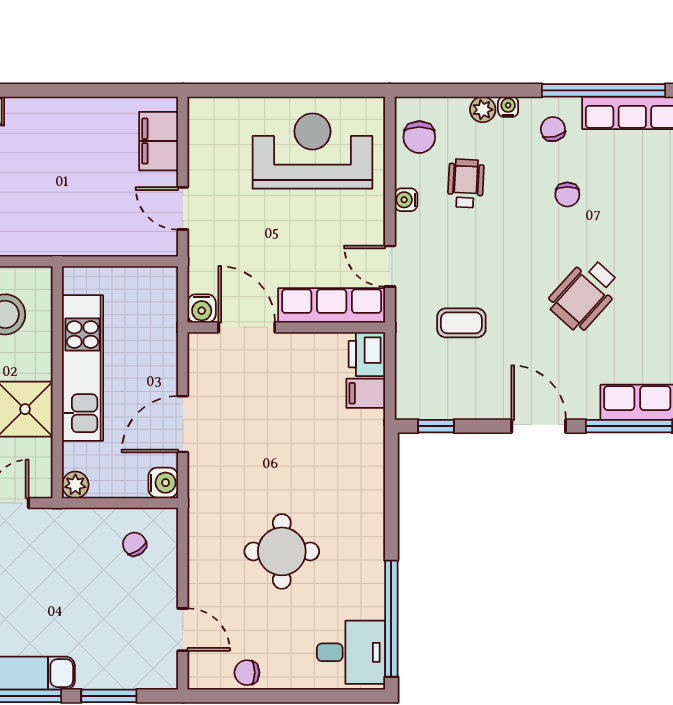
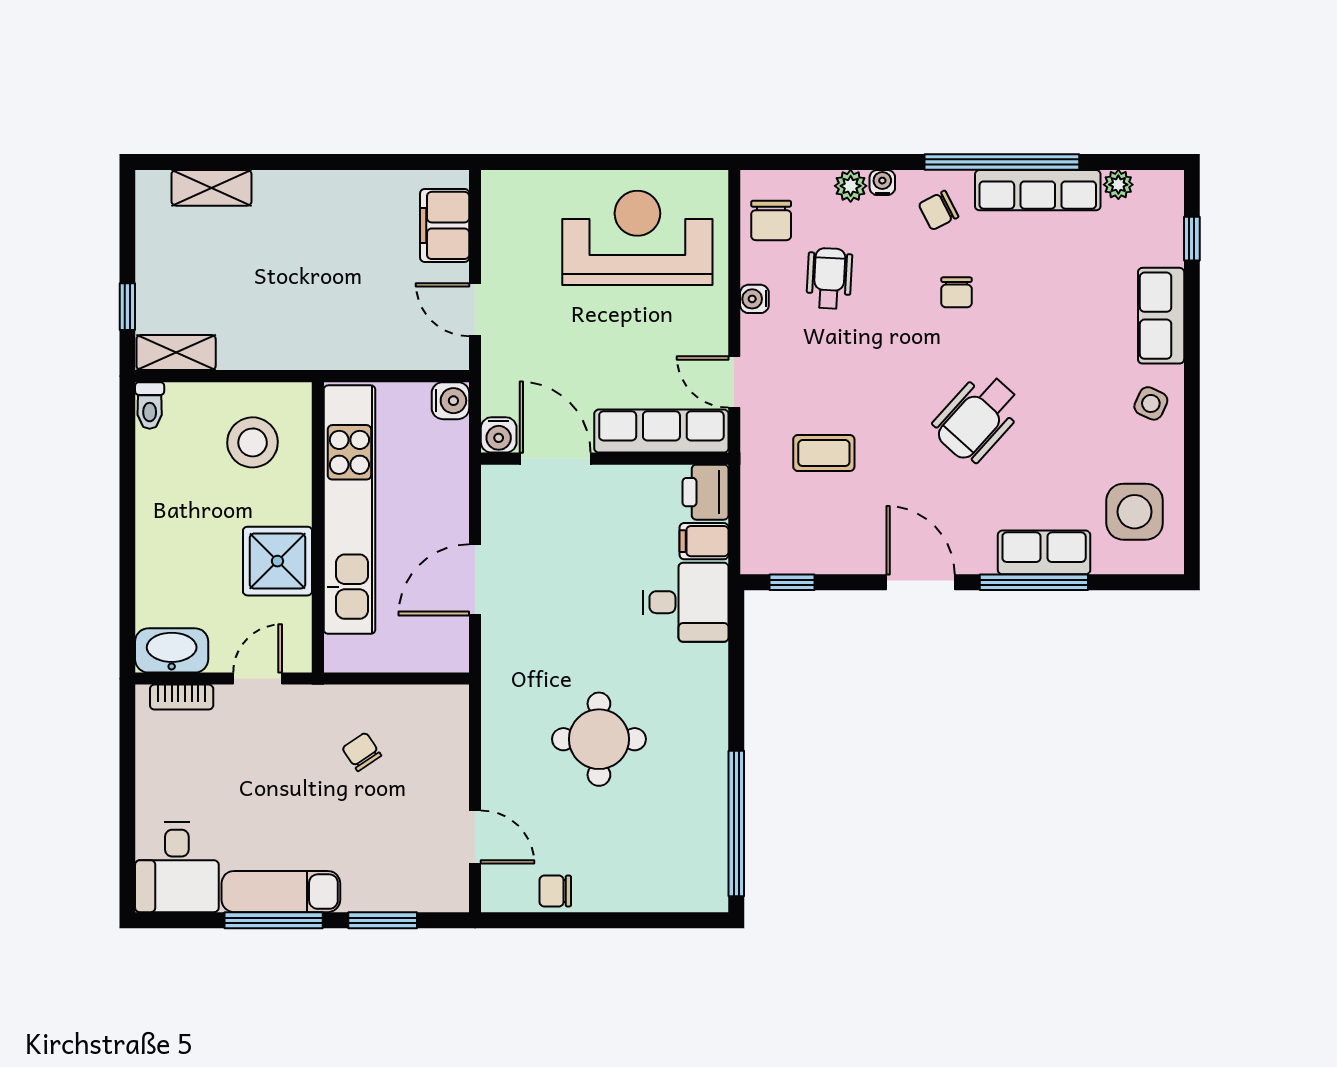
chair: (553, 129) -> (938, 210), turned -103
kitchen unit: (83, 368) -> (349, 510), width x1.36
water cooler: (163, 483) -> (450, 401), moved
plant: (75, 485) -> (340, 656), removed
chair: (134, 544) -> (362, 752), moved
desk: (351, 652) -> (686, 602), moved

